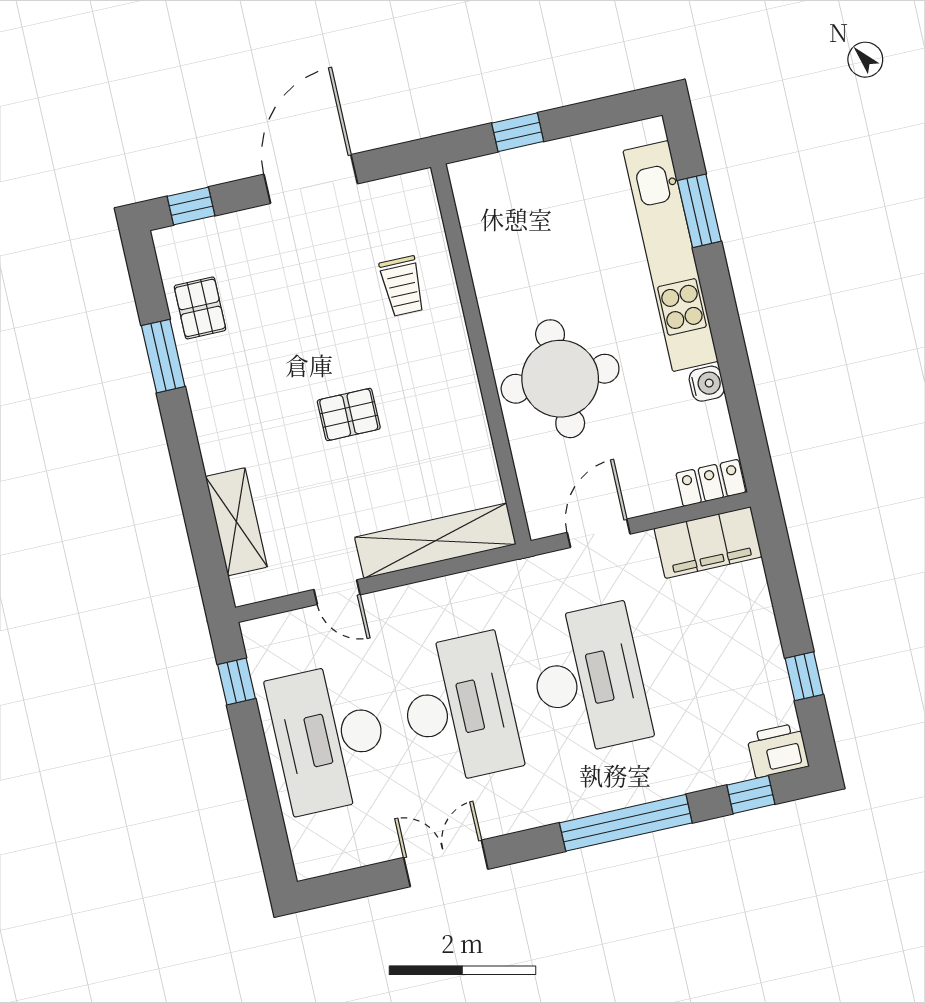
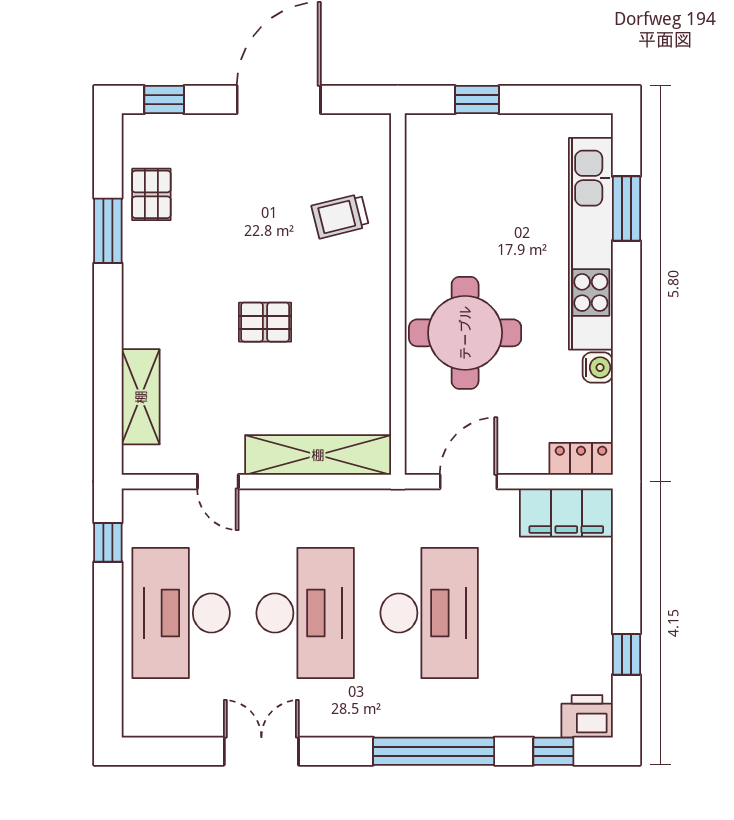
trolley: (402, 286) -> (340, 216), turned 76

